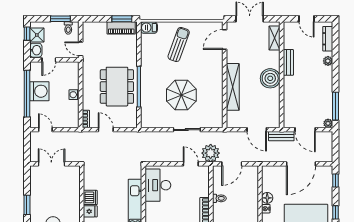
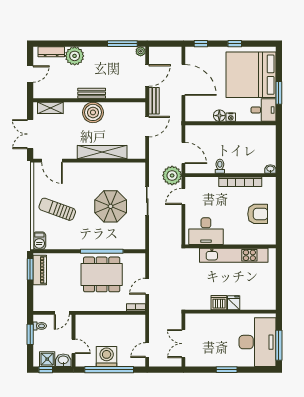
plant: (328, 61) -> (75, 56), width x1.88, depth x1.88
bench: (288, 62) -> (92, 93), moved
washing machine: (74, 95) -> (110, 320), removed

